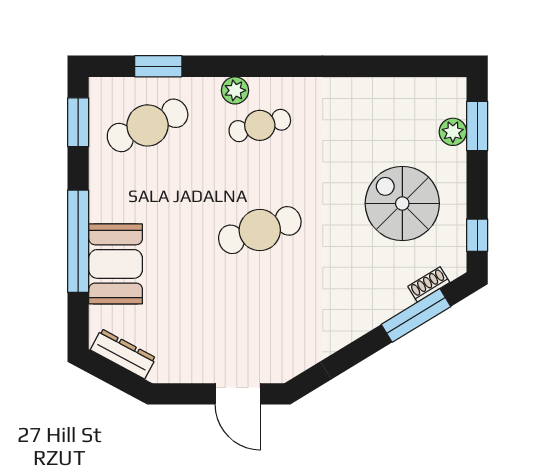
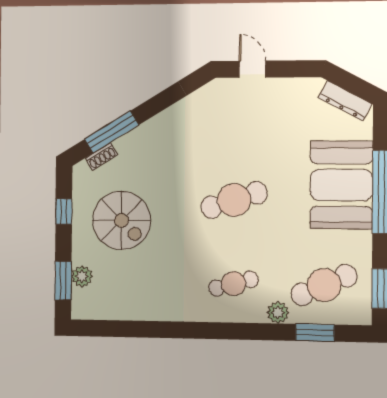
plant: (235, 90) -> (278, 313), moved
window: (477, 235) -> (64, 212), moved
booth: (116, 264) -> (341, 185), width x1.36, depth x1.42
door: (238, 394) -> (252, 69), width x0.73

